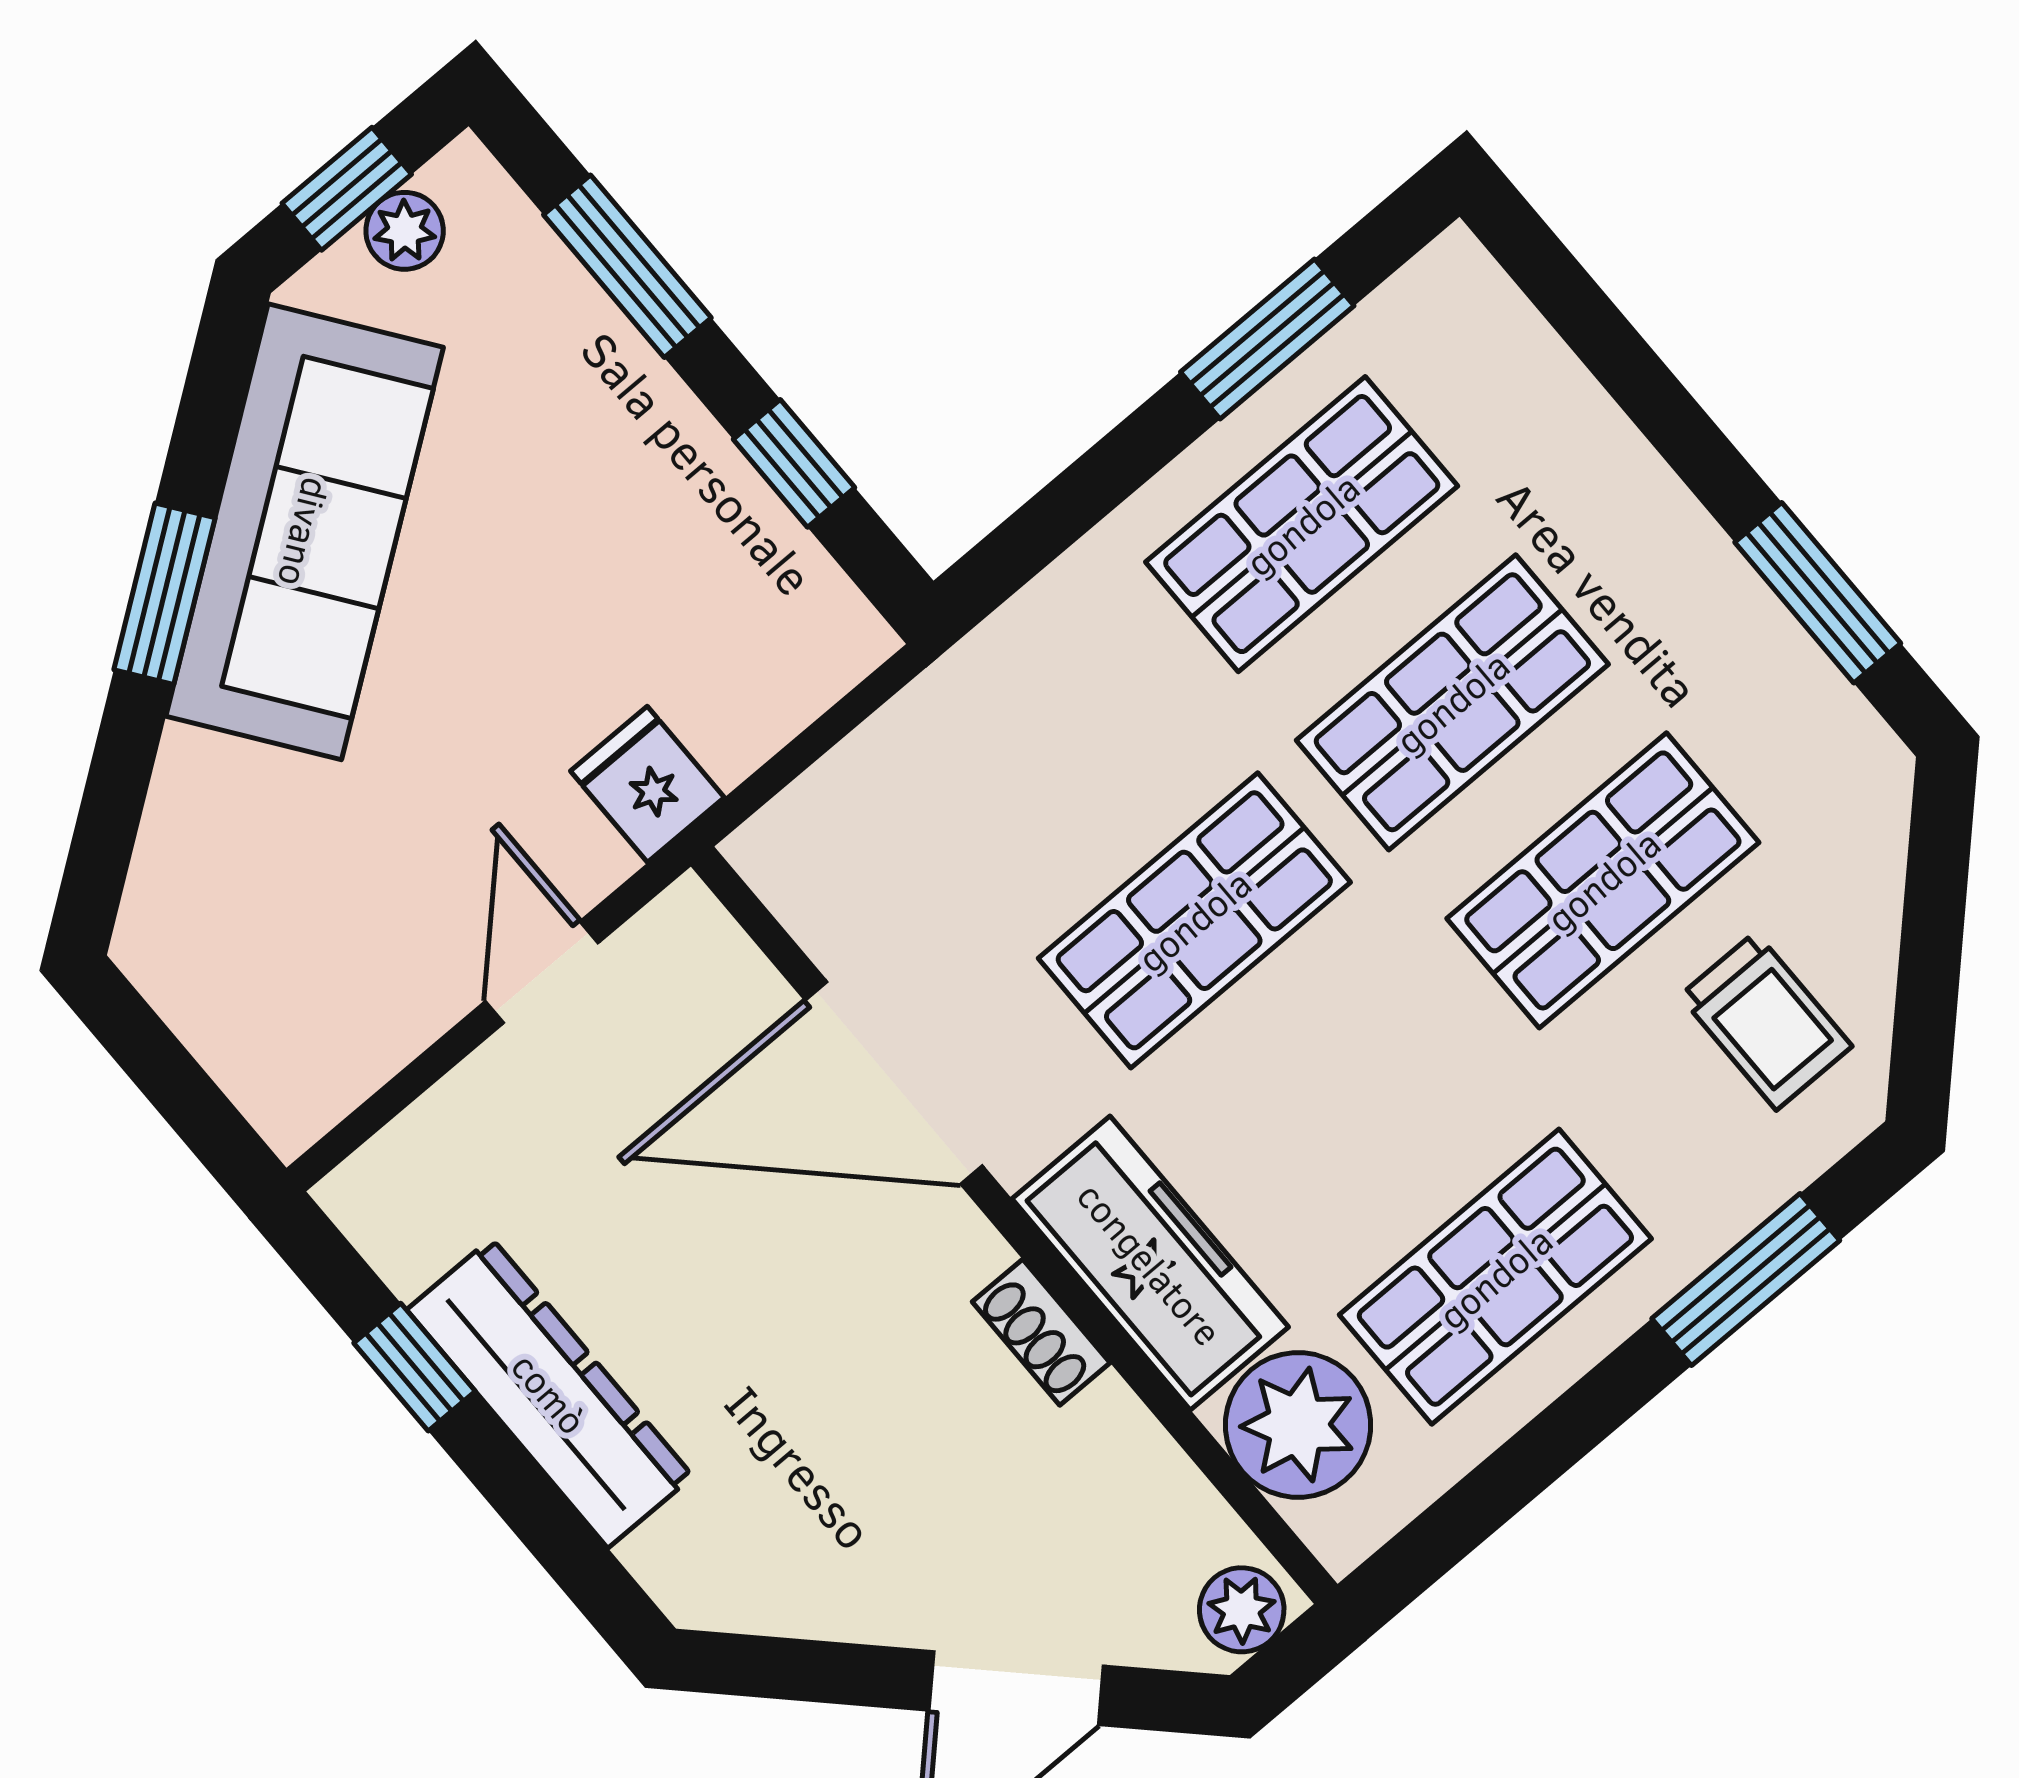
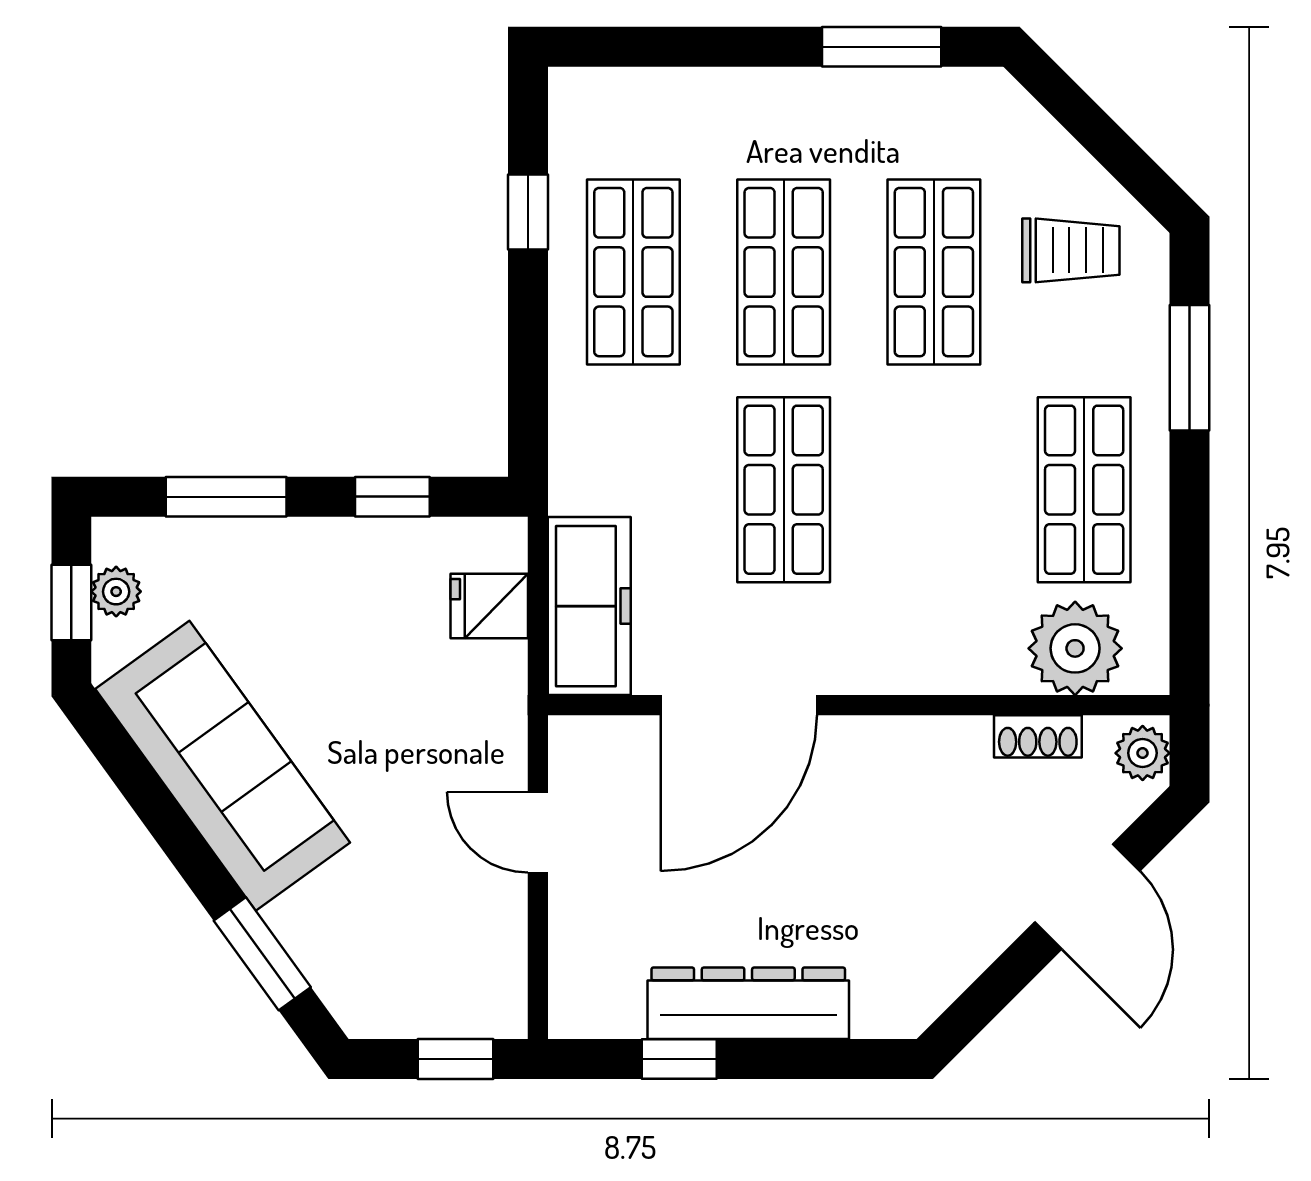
window: (1267, 339) -> (528, 212), width x0.67
window: (164, 594) -> (262, 954), moved
fridge: (647, 784) -> (489, 606), moved
window: (190, 1102) -> (456, 1059), added
freezer: (1150, 1263) -> (589, 606), moved, turned 90
shoe rack: (1041, 1332) -> (1038, 736), moved

